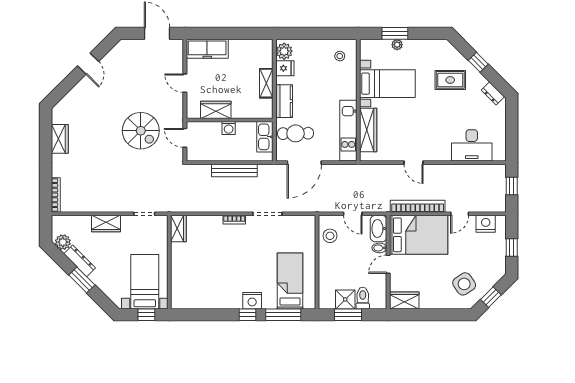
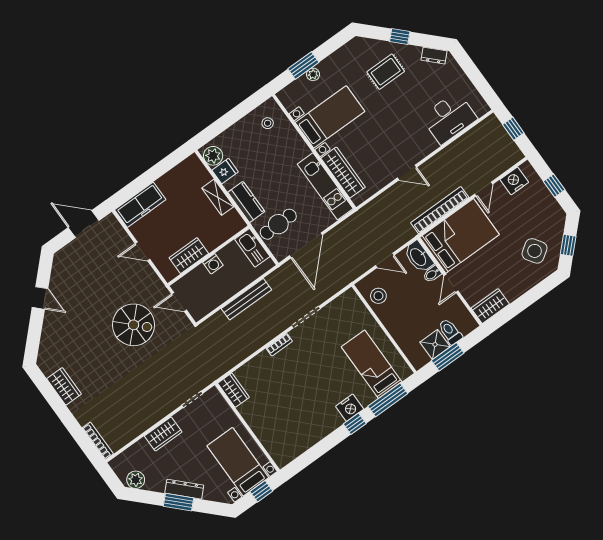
dresser: (80, 261) -> (184, 489), moved

